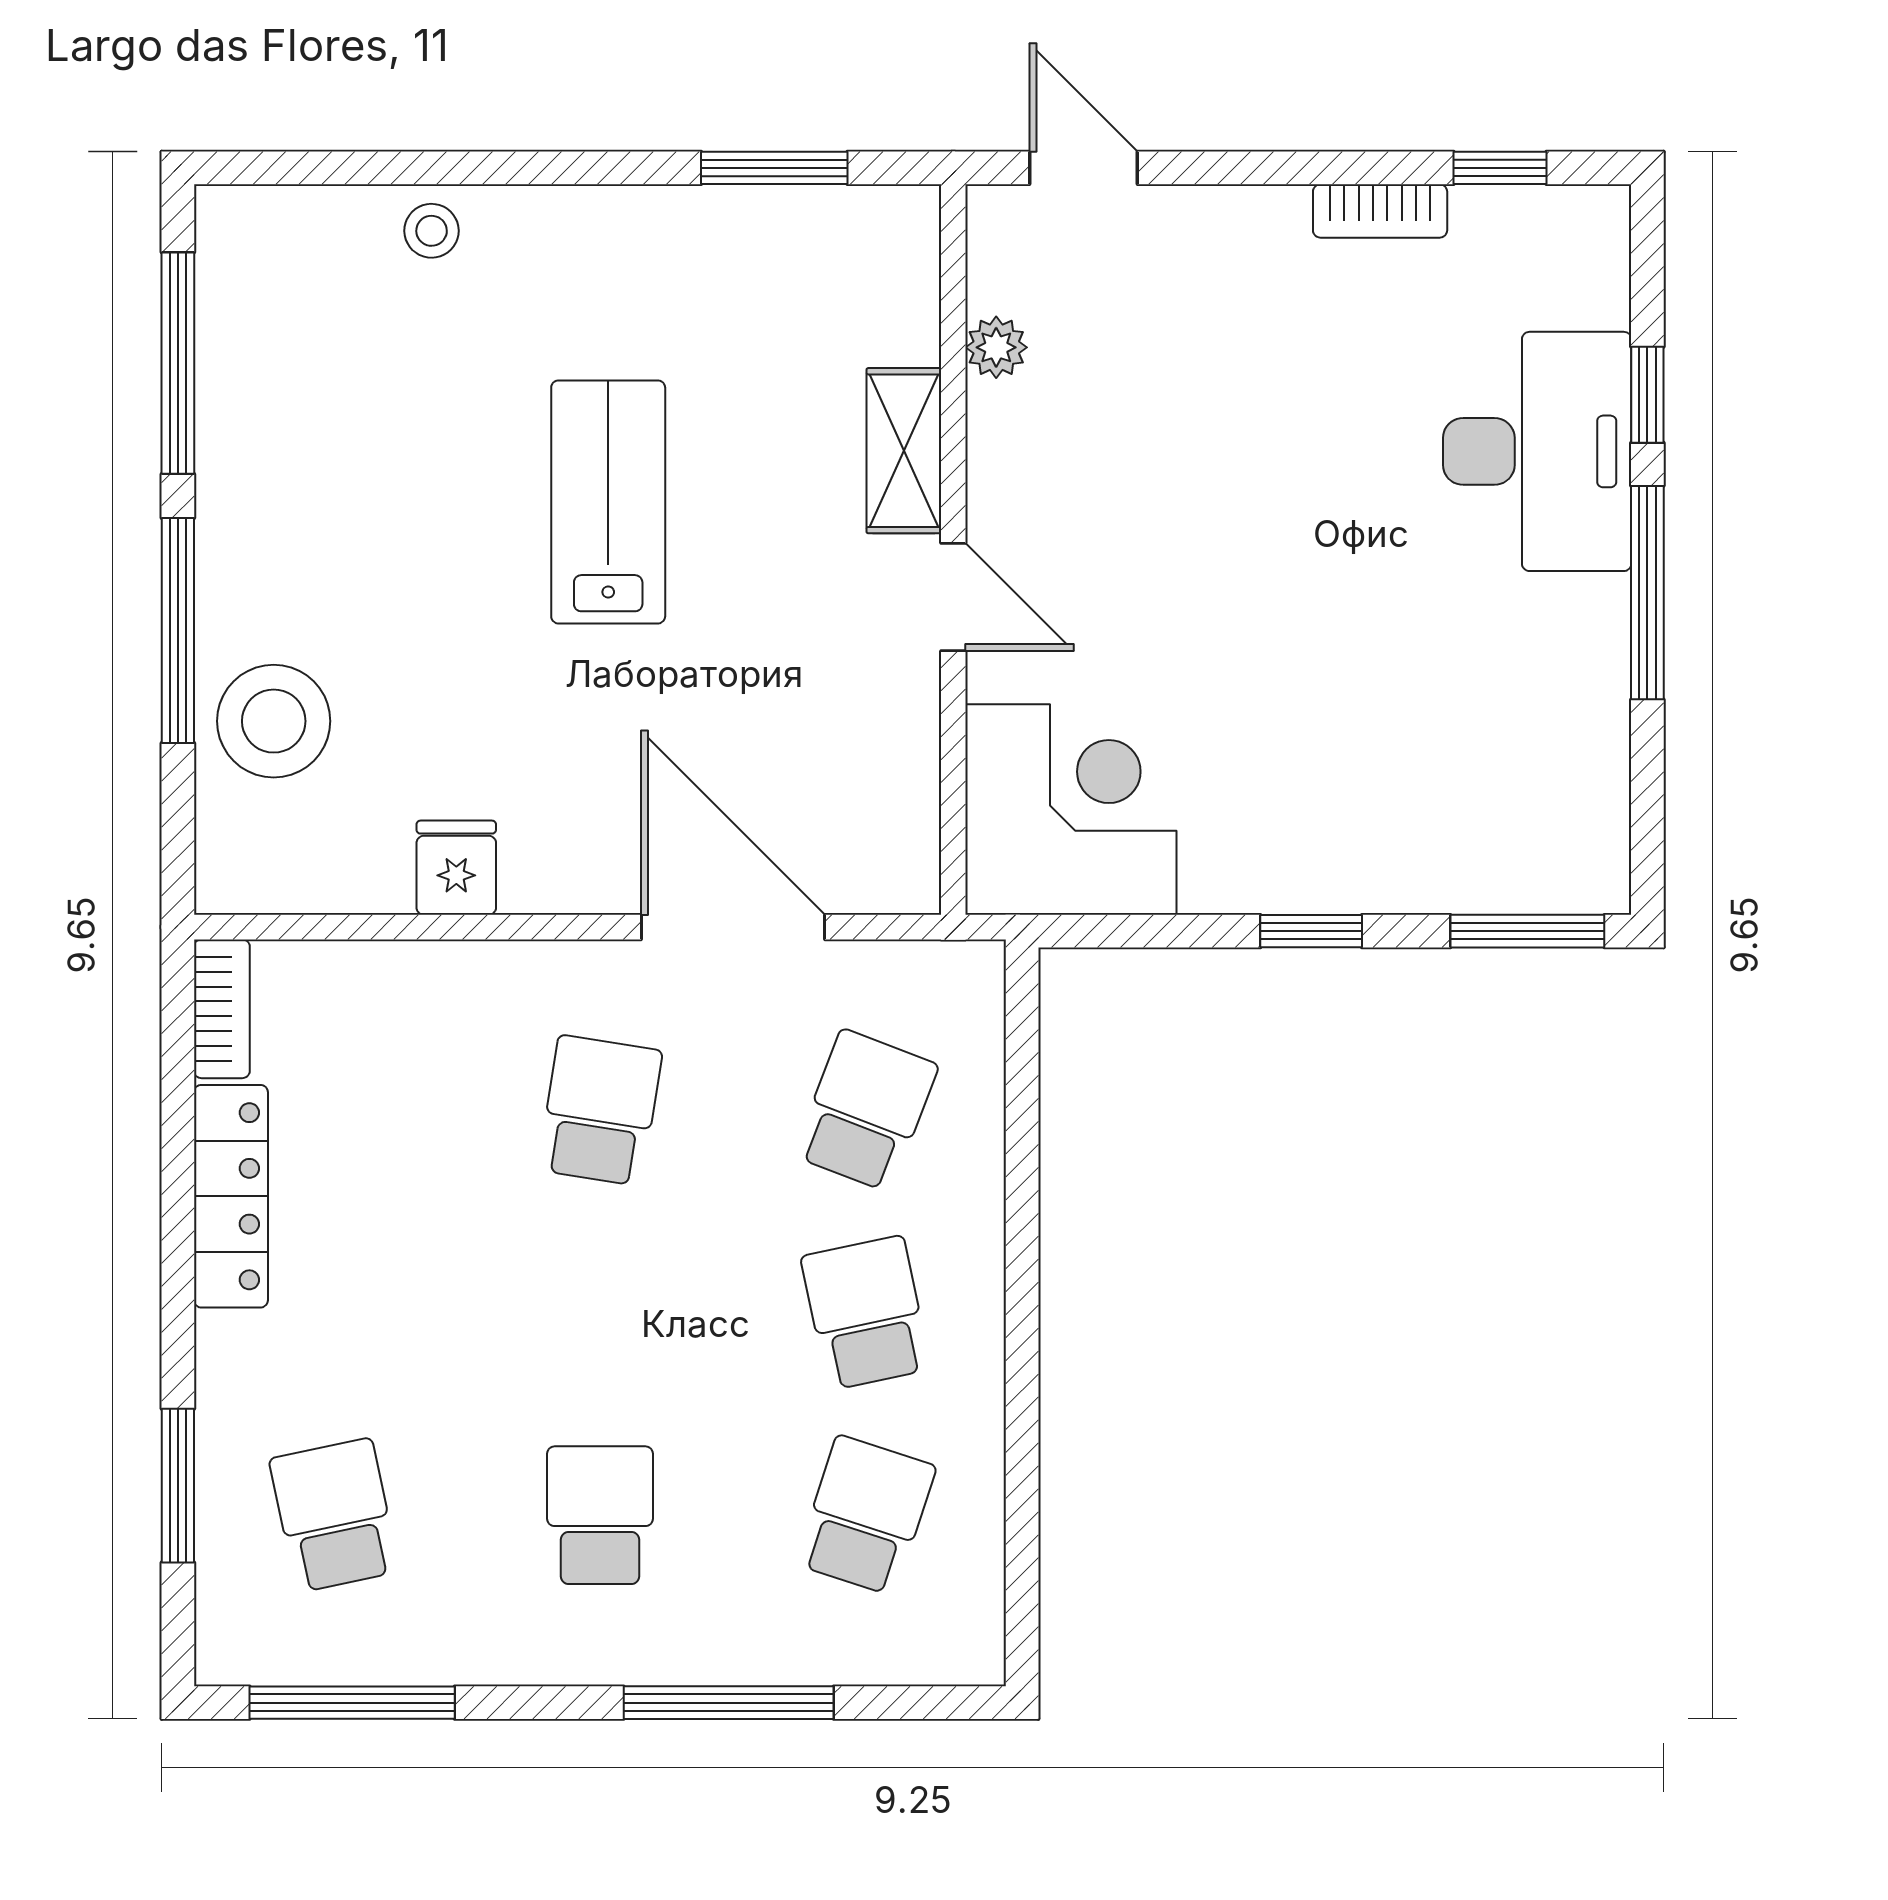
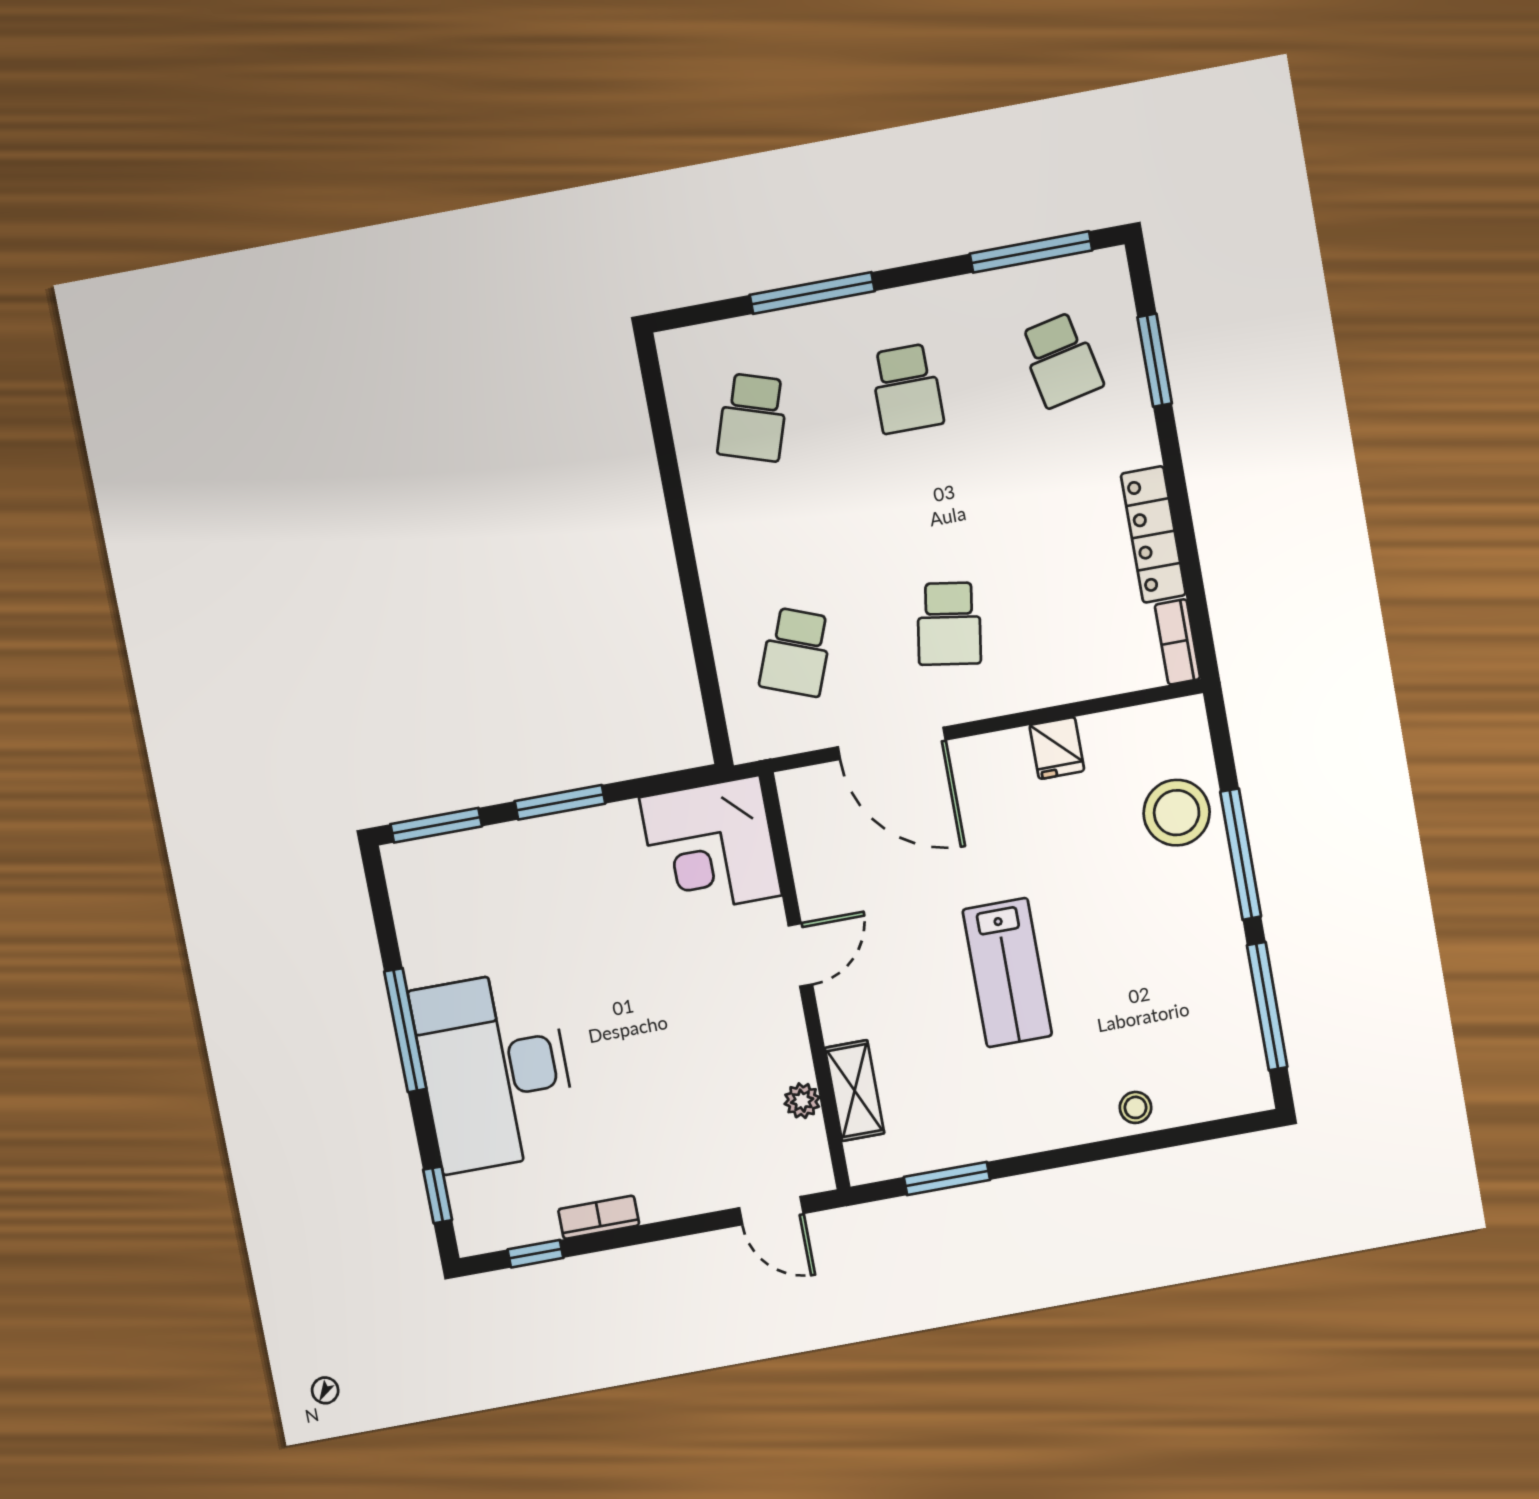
window: (1647, 395) -> (438, 1195), moved
shelving: (904, 451) -> (855, 1091), moved
desk: (1537, 451) -> (495, 1071), width x1.36, depth x1.30
door: (953, 597) -> (800, 955), swing flipped
window: (1311, 931) -> (560, 802), width x1.50
school desk: (866, 1313) -> (775, 535), removed

